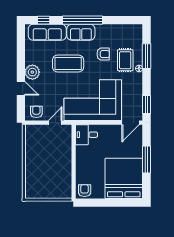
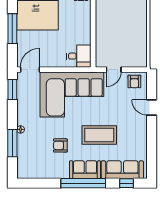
rug: (125, 60) -> (36, 139), removed
plant: (32, 72) -> (139, 125), removed

